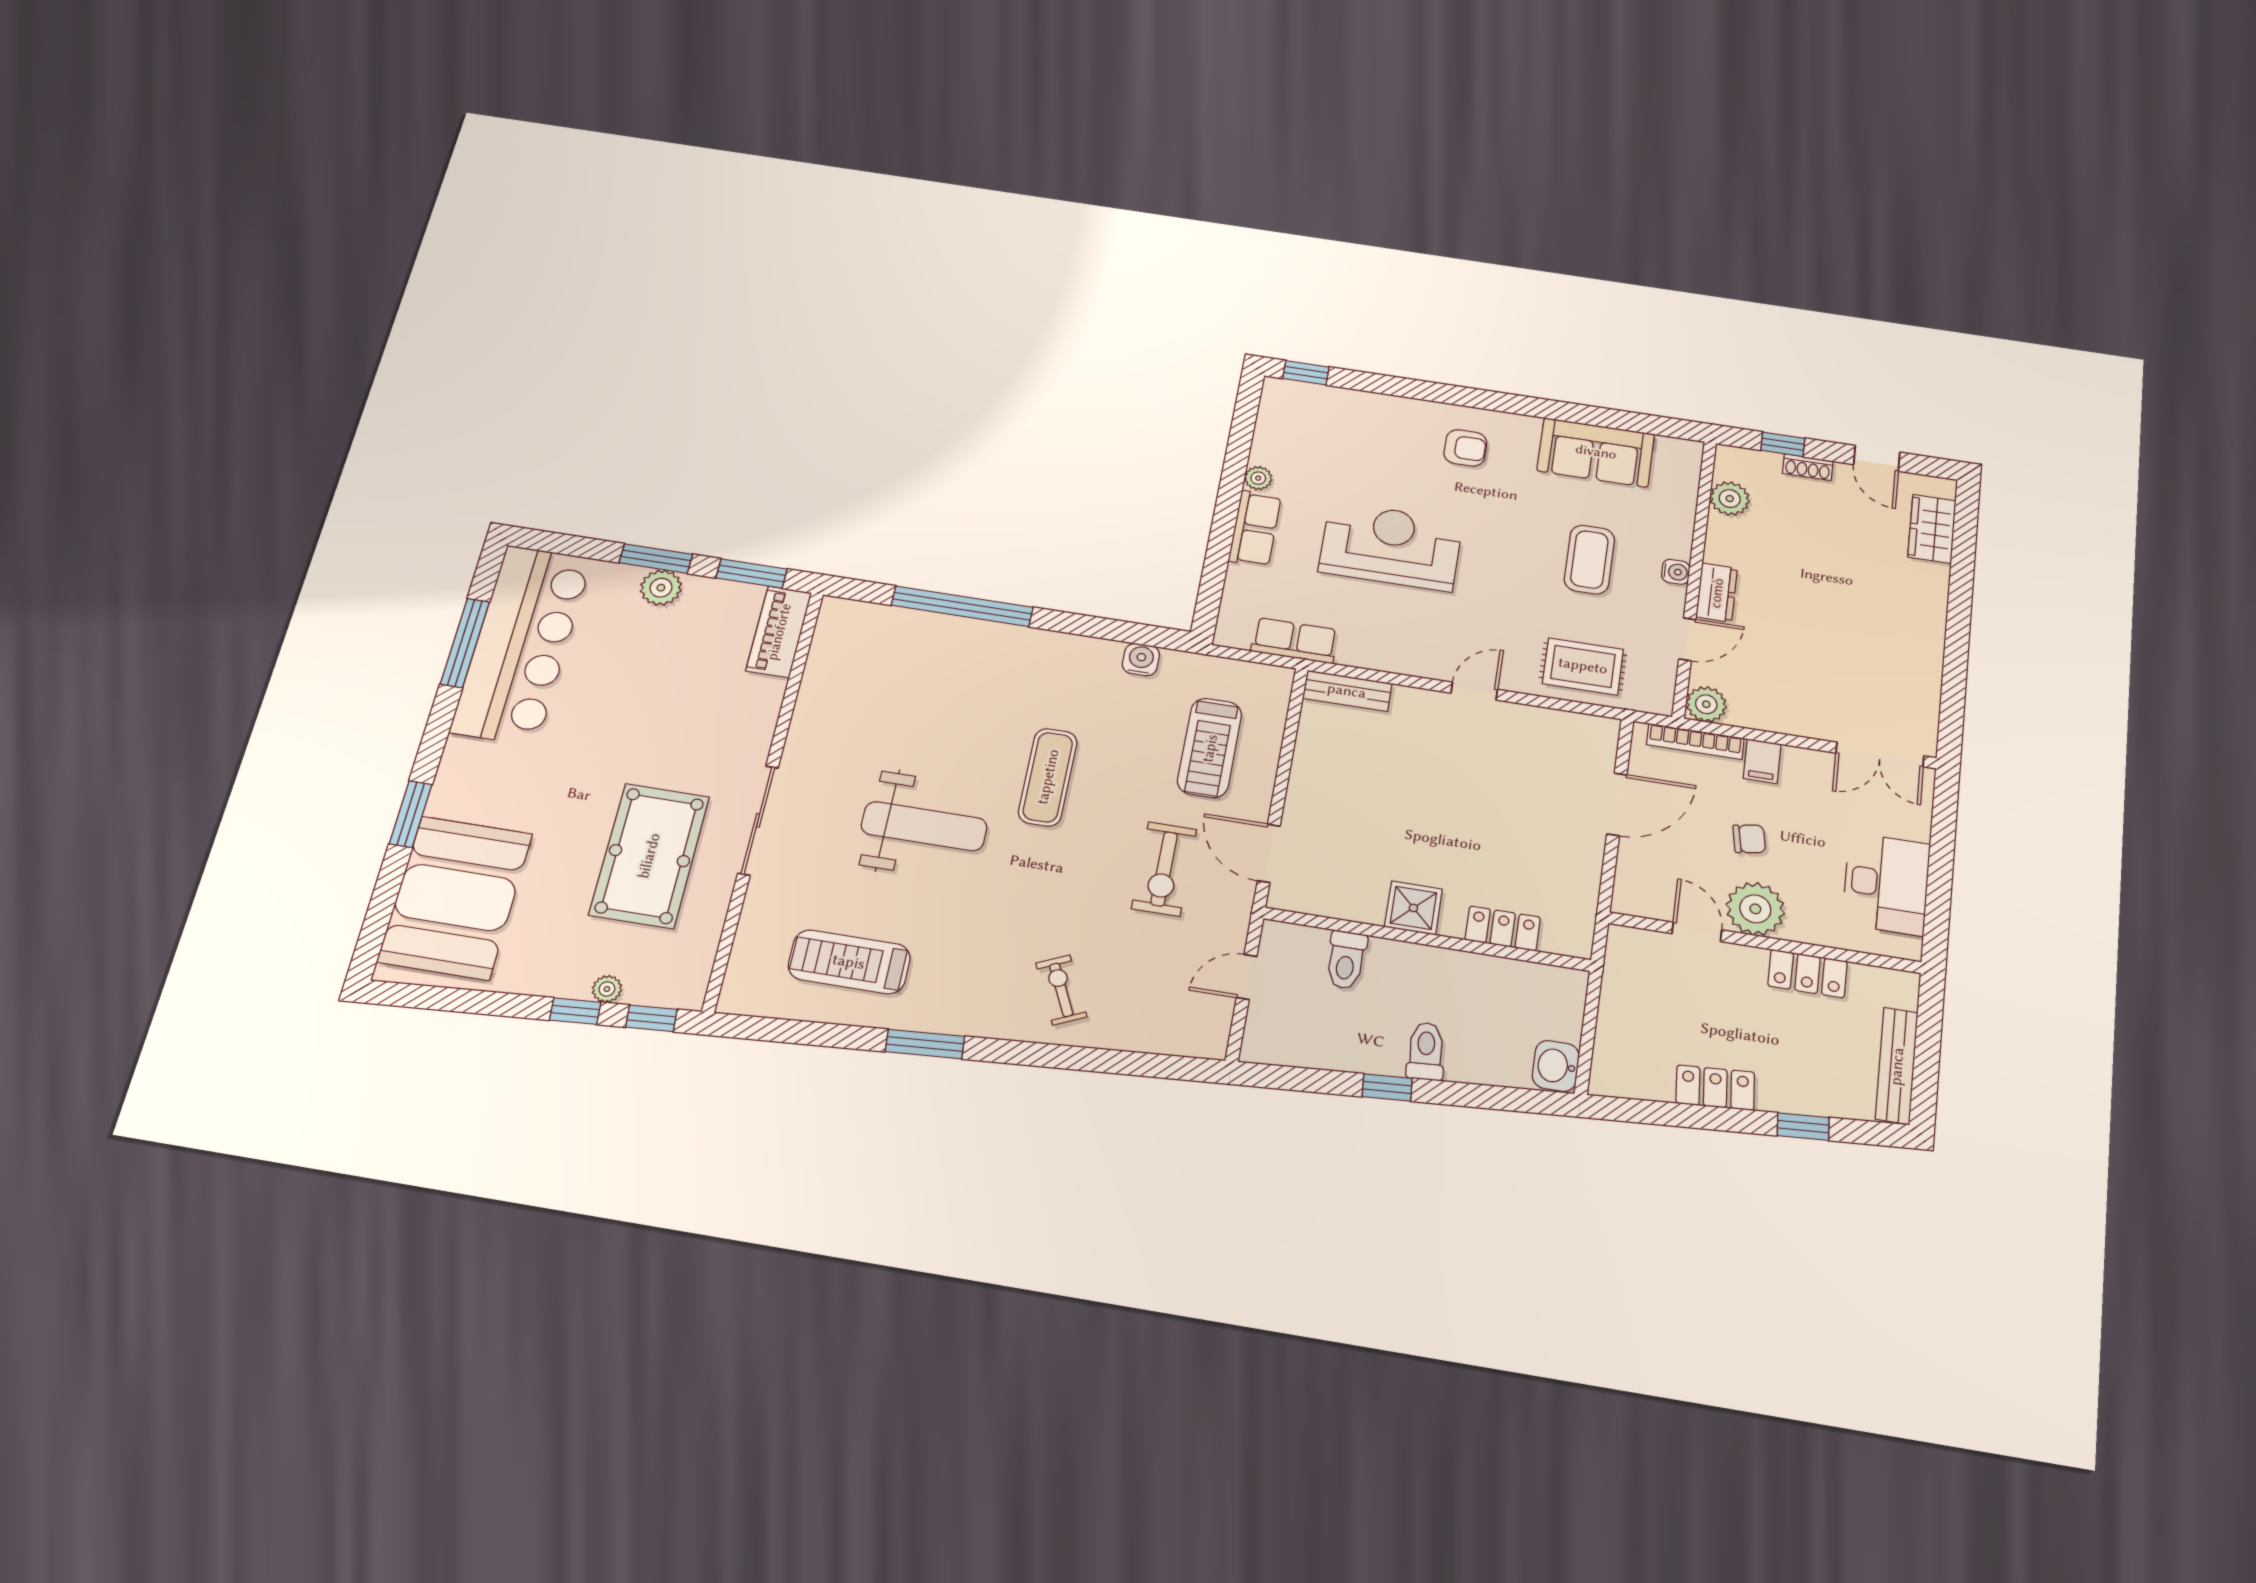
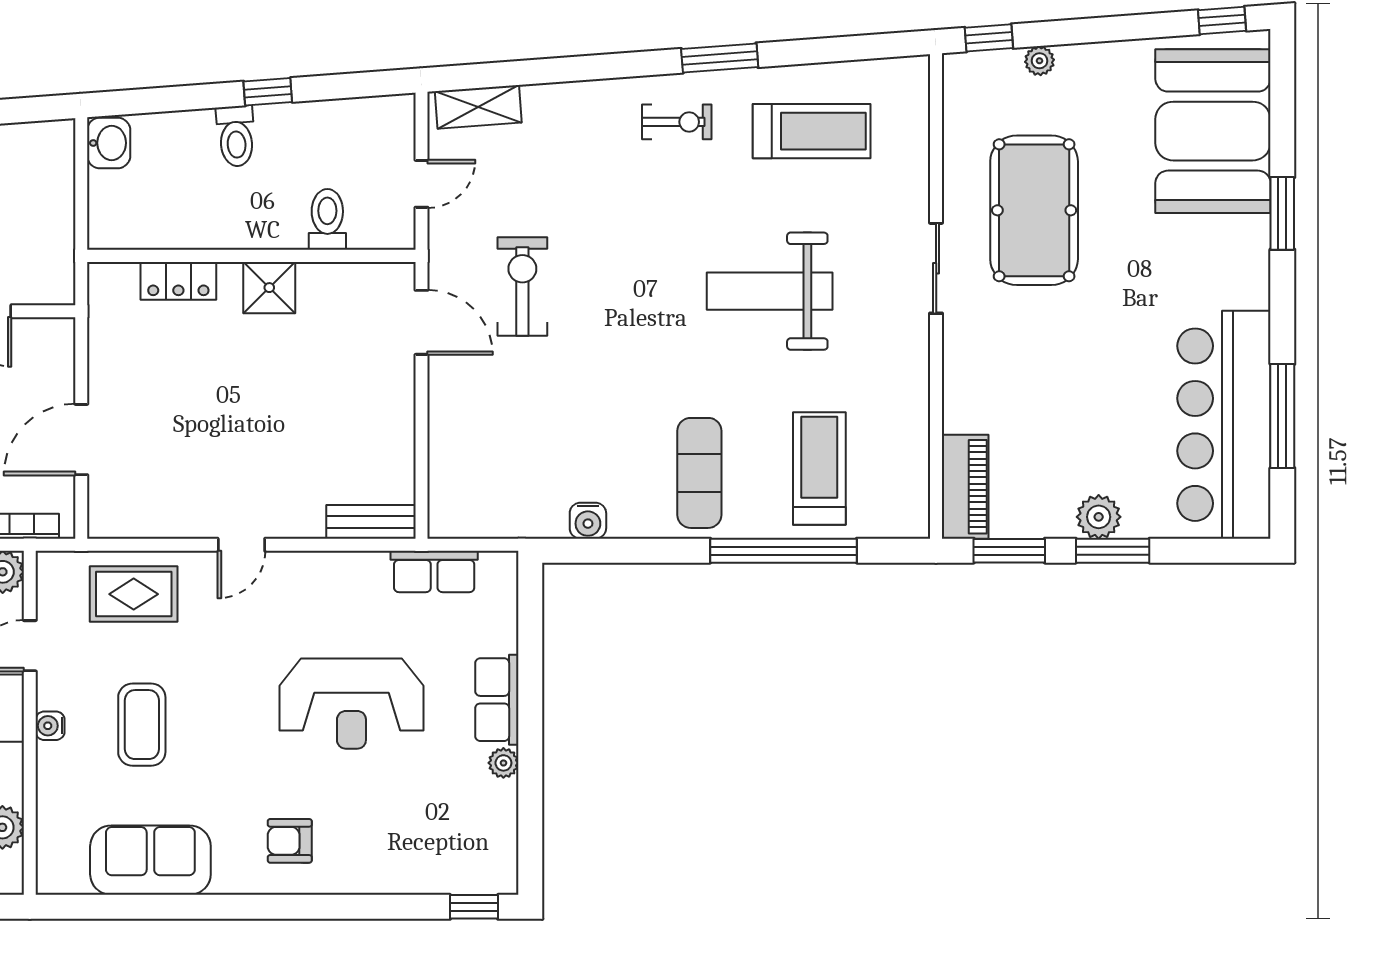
treadmill: (1210, 748) -> (819, 468), moved
exercise mat: (1048, 777) -> (699, 473), moved
sliding door: (758, 820) -> (936, 268), width x0.73
exercise bike: (1061, 990) -> (677, 122), moved, turned -65
window: (575, 1011) -> (1222, 20), moved
shelving: (1177, 1038) -> (478, 107), added

